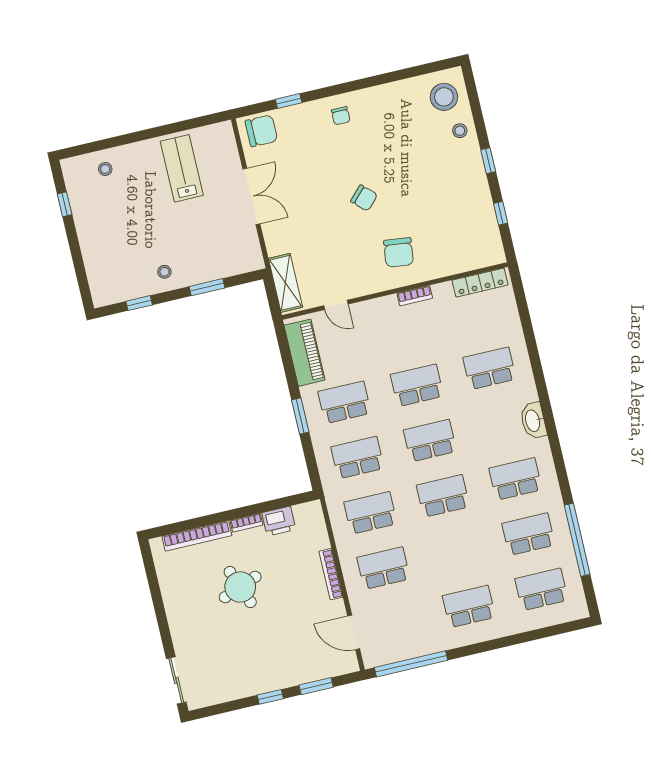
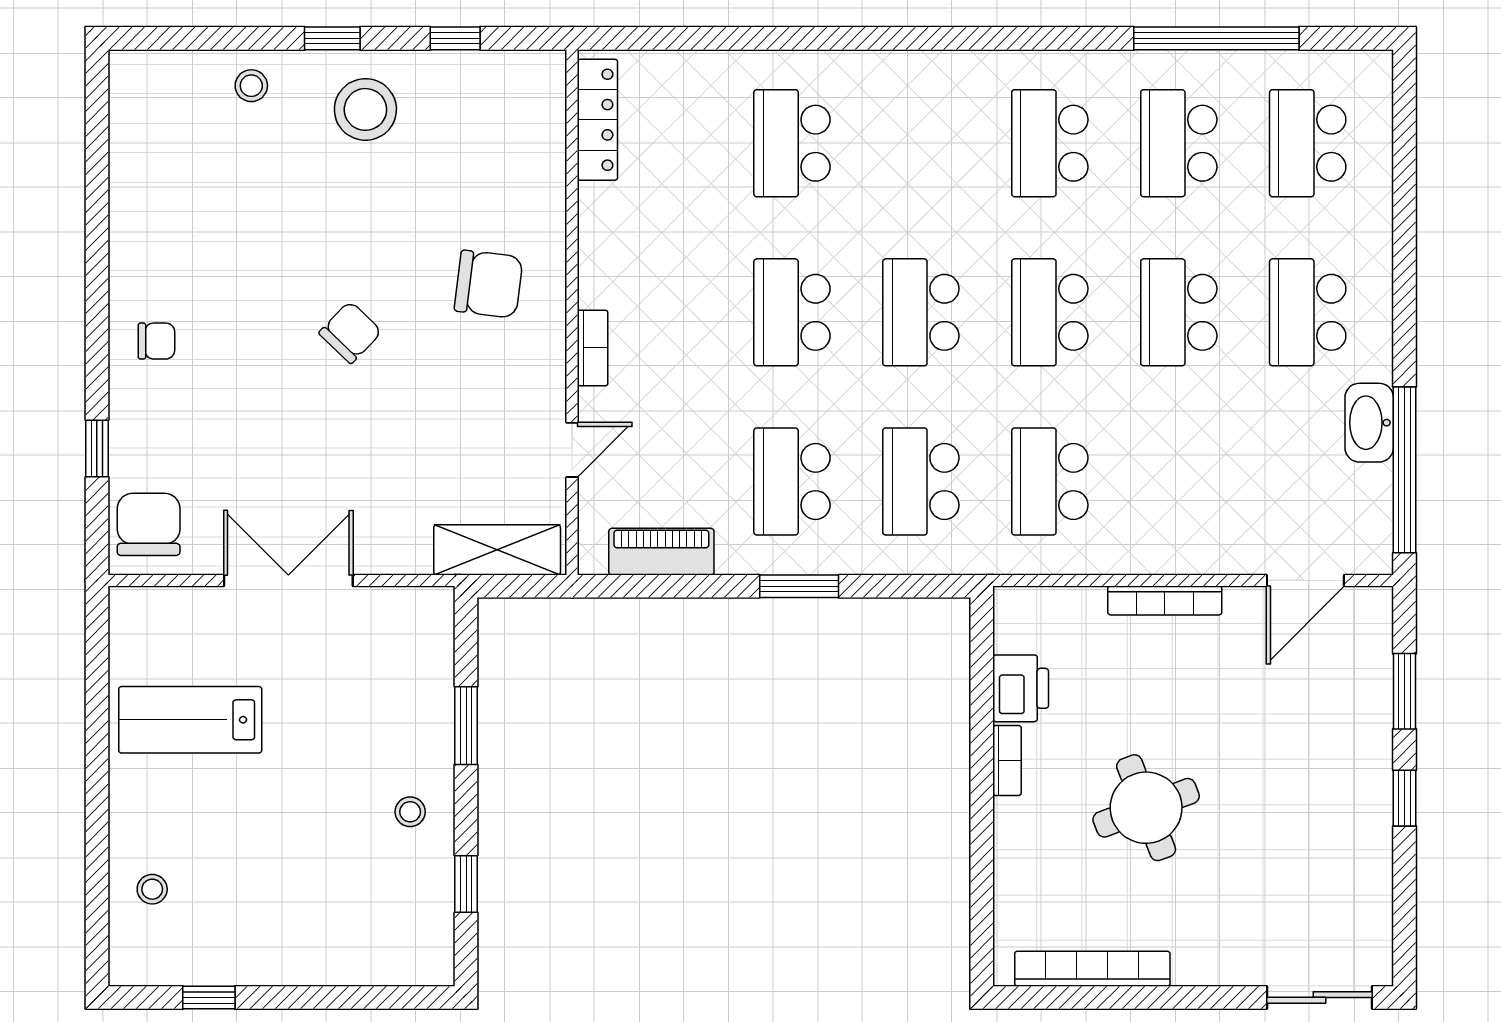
stool: (444, 97) -> (365, 109), moved
bookcase: (415, 296) -> (593, 348), moved
piano: (305, 353) -> (661, 552), width x0.73, depth x0.75
washbasin: (533, 421) -> (1369, 423), moved, turned 90
bookcase: (197, 536) -> (1092, 969), moved, turned -90
school desk: (383, 568) -> (1179, 312), moved

